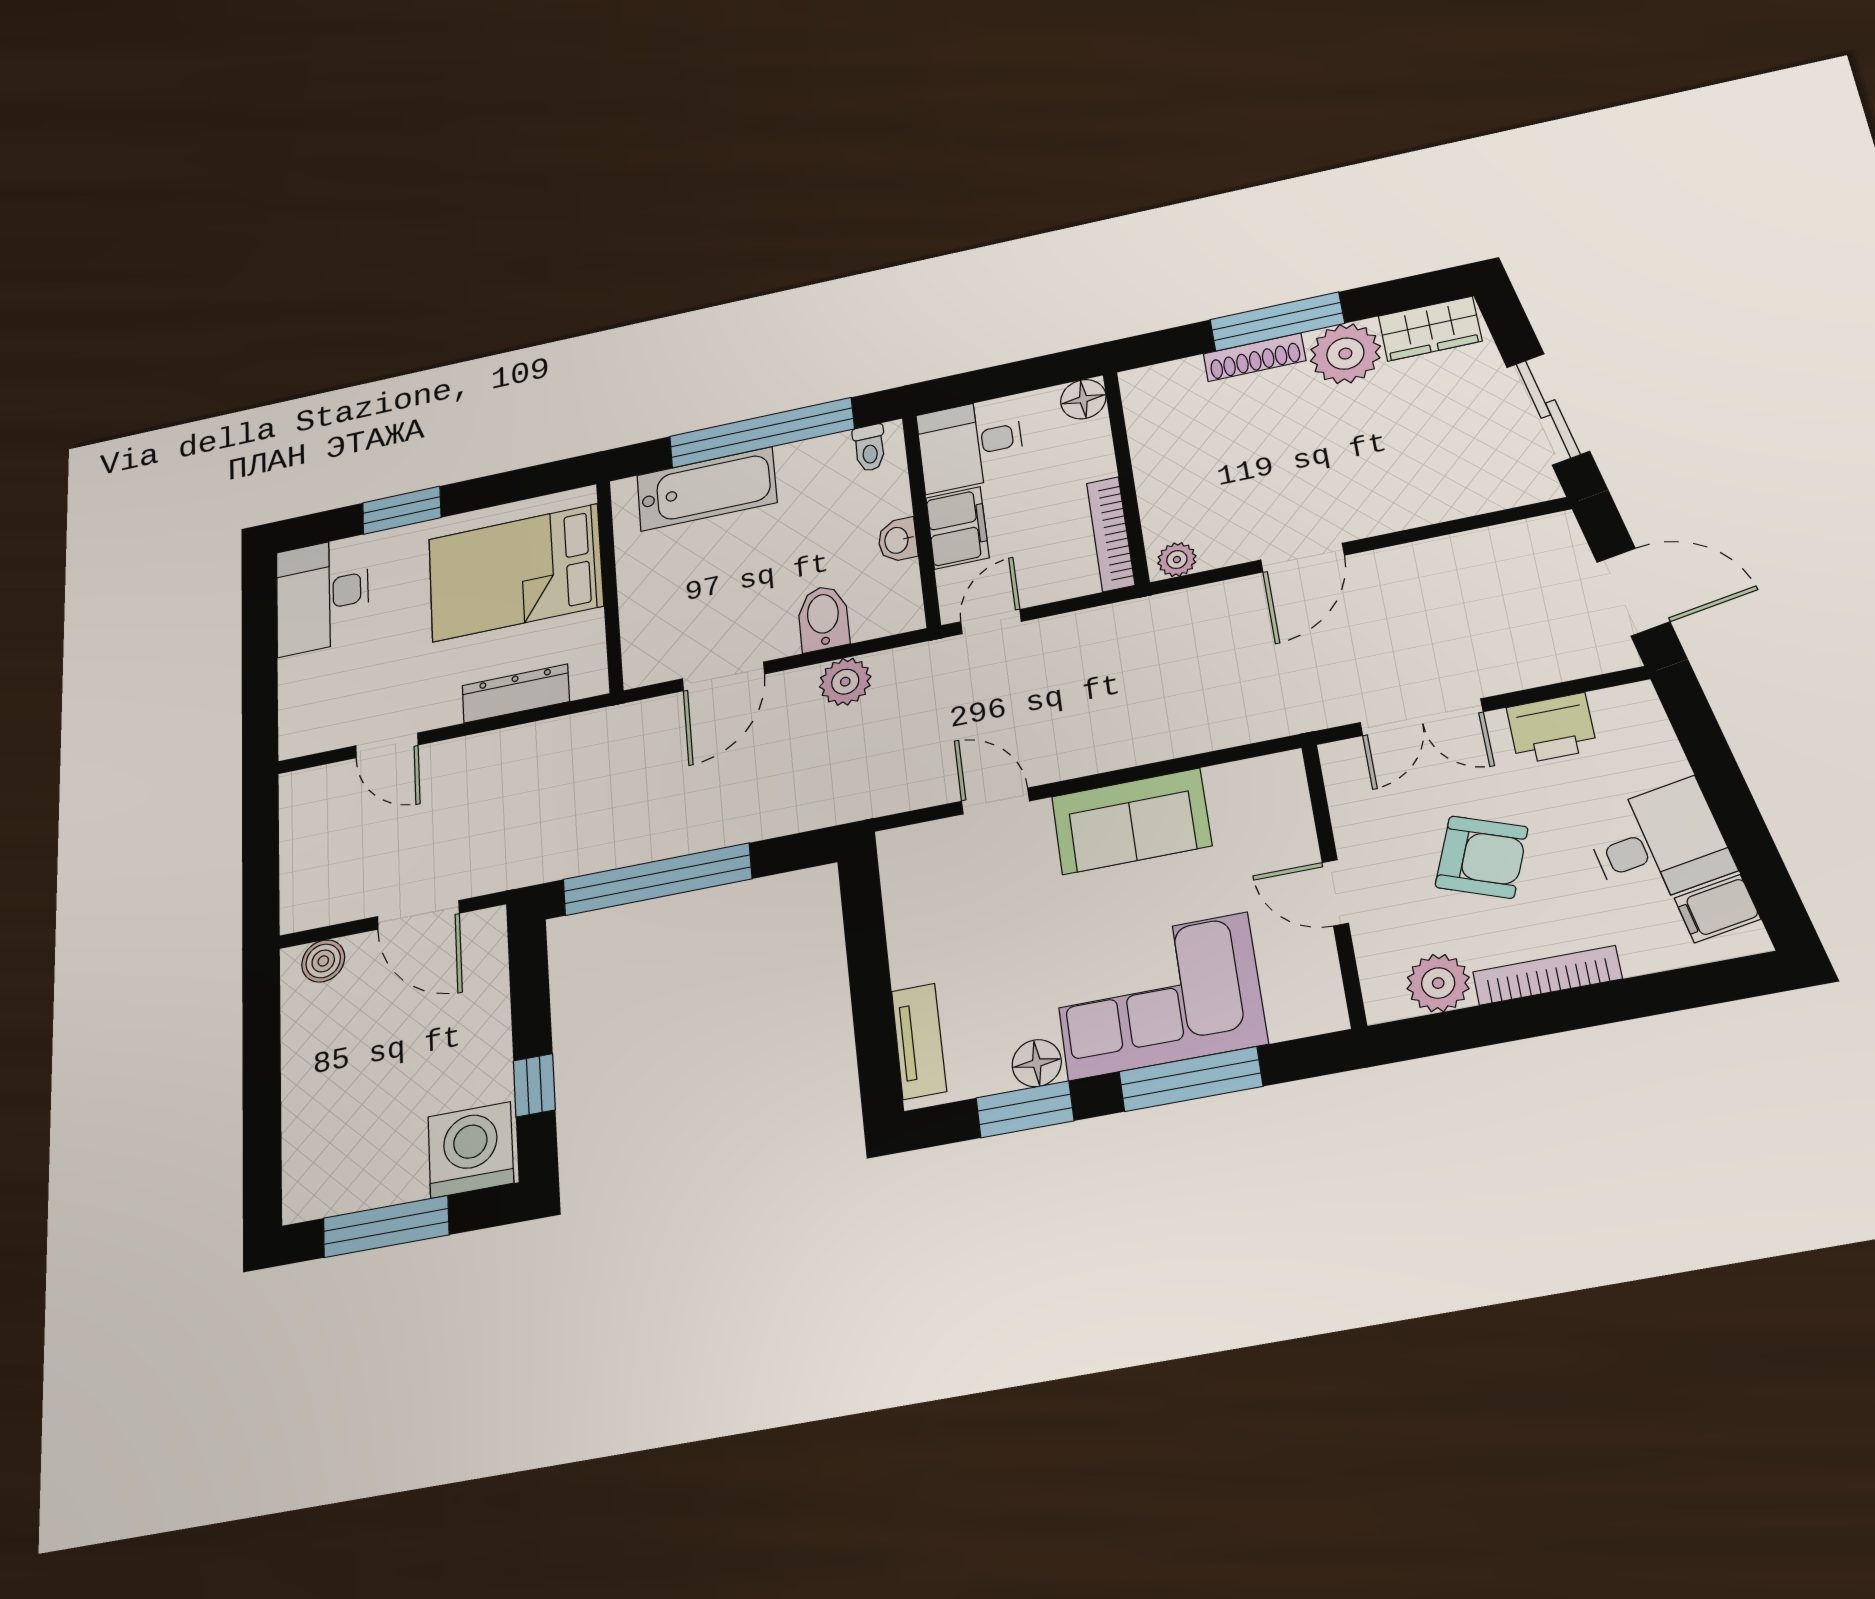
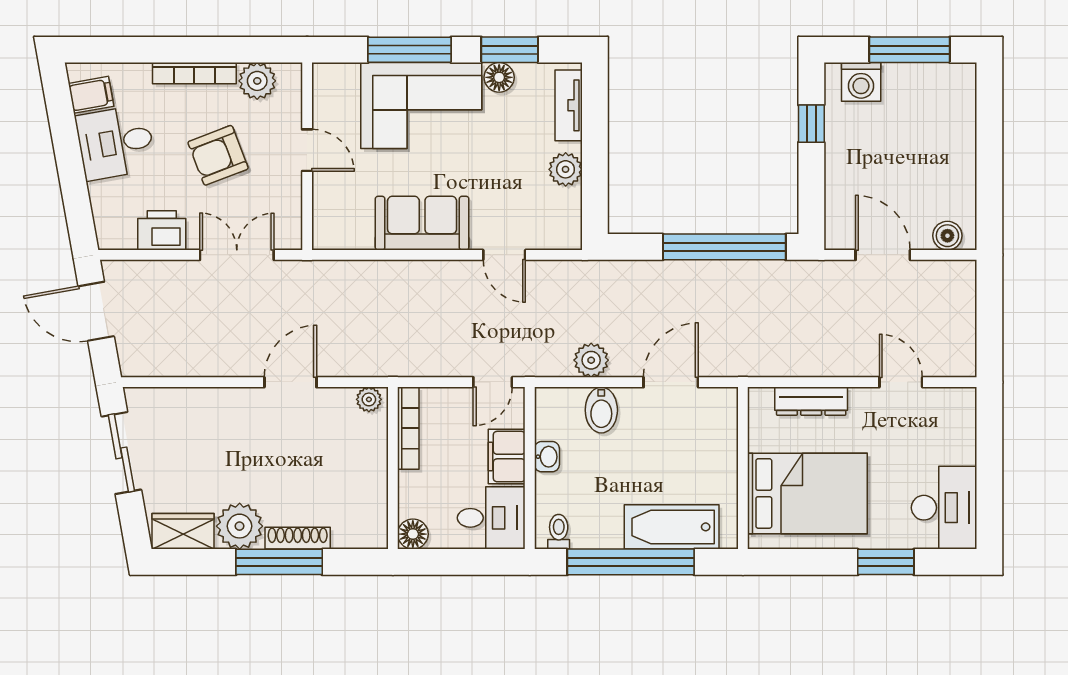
armchair: (1482, 857) -> (218, 155), turned -42
plant: (914, 944) -> (566, 169), added
washing machine: (471, 1150) -> (861, 82), width x0.73, depth x0.73

